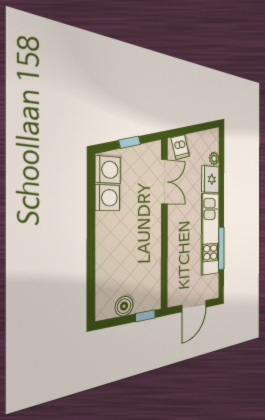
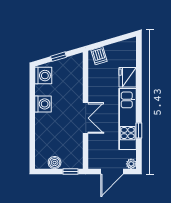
plant: (214, 159) -> (131, 164), moved
double door: (164, 182) -> (86, 118), moved
washing machine: (107, 198) -> (43, 104), moved
window: (221, 248) -> (139, 131), width x0.46

